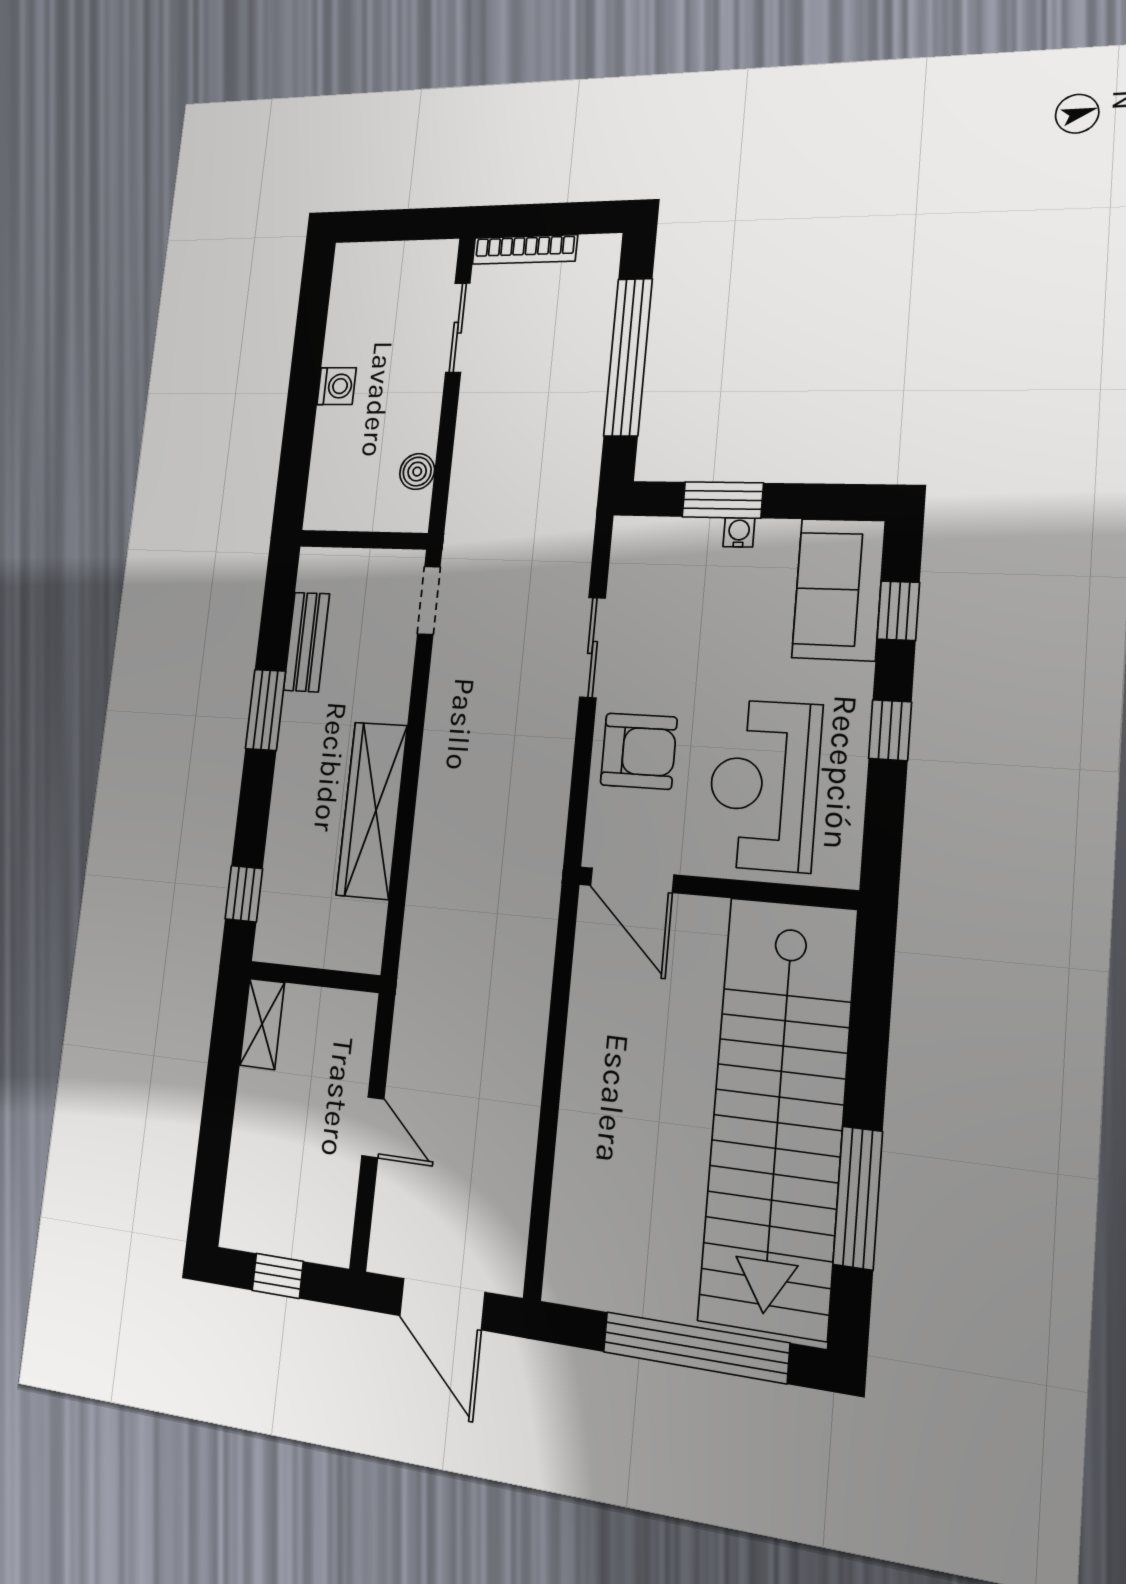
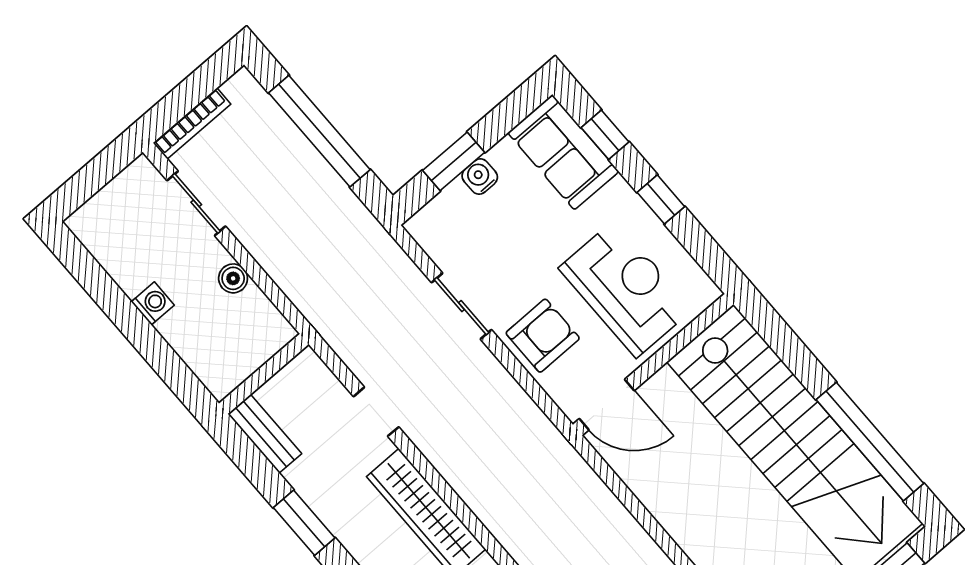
boiler: (417, 472) -> (233, 278), moved
water cooler: (739, 532) -> (480, 177), width x1.38, depth x1.38
doorway: (429, 600) -> (376, 412), moved
bench: (306, 642) -> (265, 434), moved
reception desk: (764, 785) -> (626, 289), turned 180
window: (858, 1198) -> (870, 442), width x1.46

